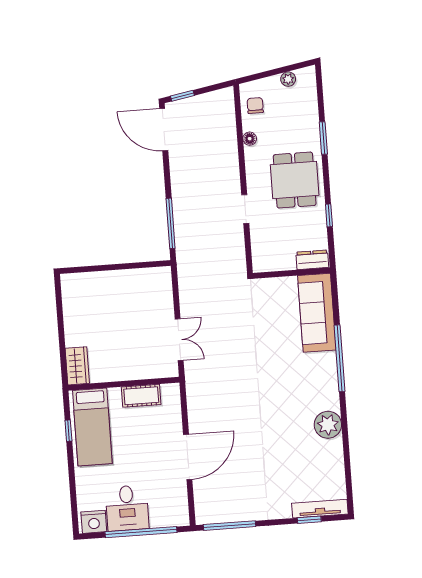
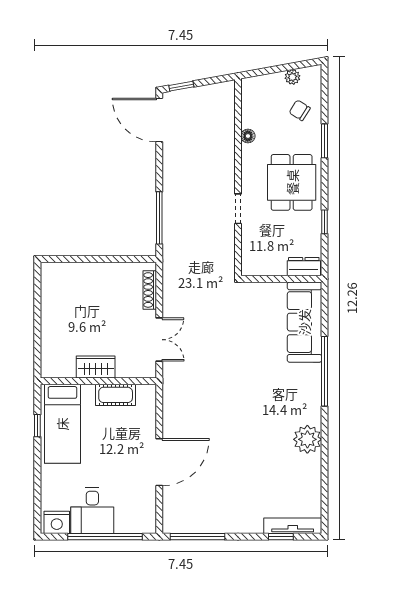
chair: (255, 106) -> (300, 110), moved, turned -58
shoe rack: (166, 293) -> (150, 290), added
wardrobe: (77, 366) -> (96, 367), moved, turned -90

